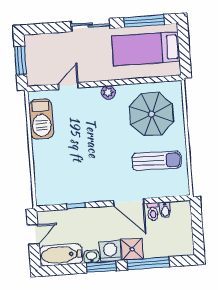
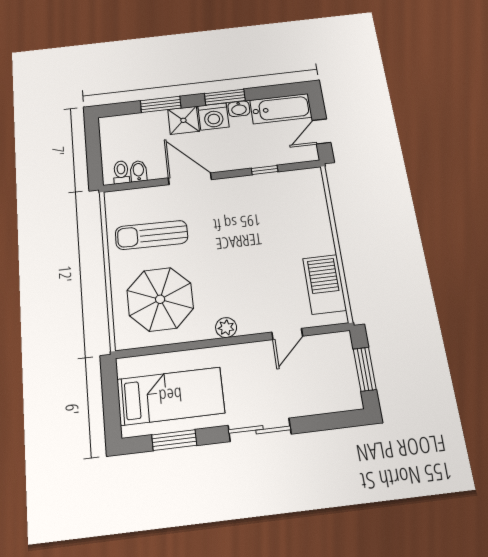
window: (144, 21) -> (174, 440), width x0.69
toilet: (153, 212) -> (121, 172), moved
window: (148, 263) -> (161, 104), width x0.69

